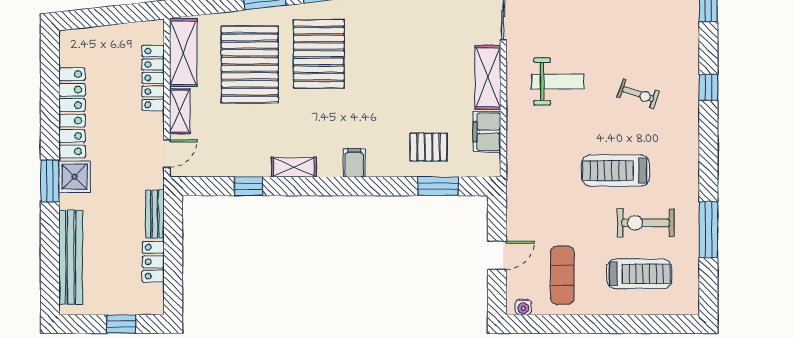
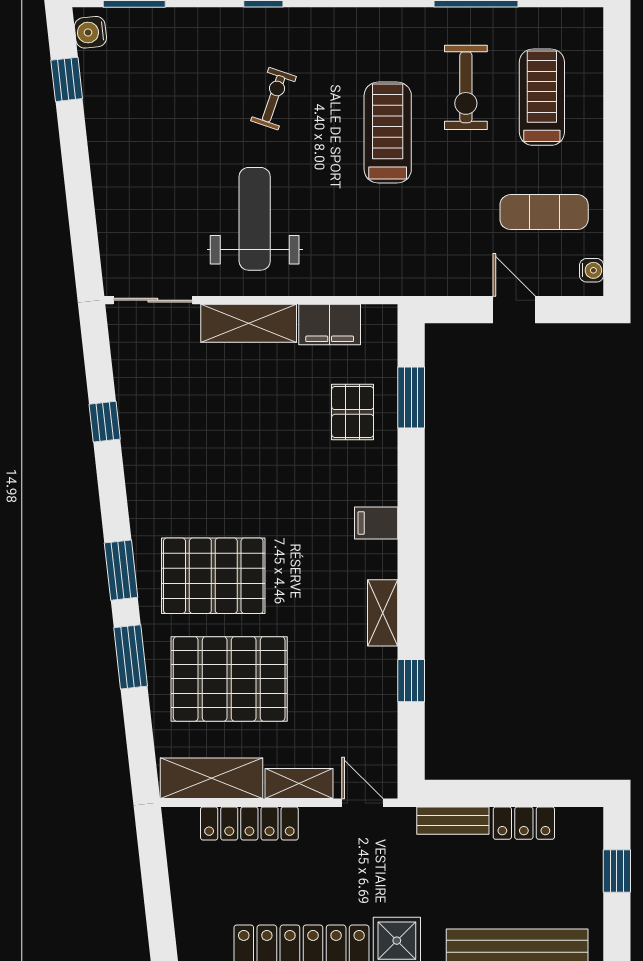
weight bench: (558, 81) -> (255, 219), width x1.36, depth x1.33
treadmill: (616, 171) -> (388, 133), turned 180

